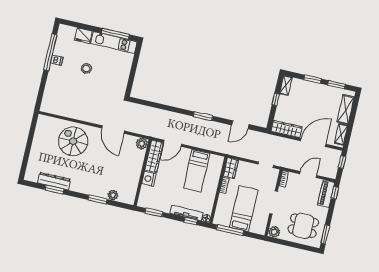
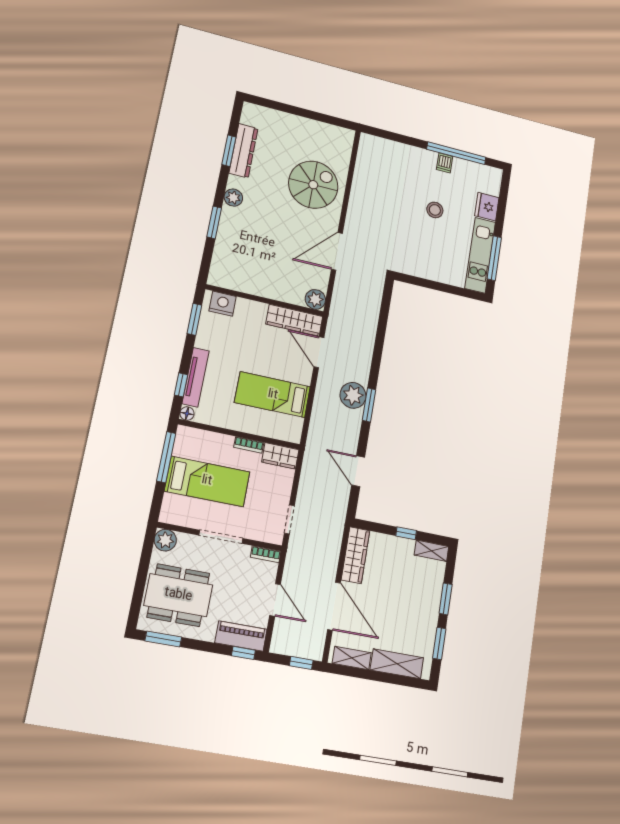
plant: (197, 125) -> (353, 395), added
nightstand: (149, 179) -> (223, 304), moved
plant: (113, 195) -> (233, 198), moved
dining table: (303, 226) -> (178, 595), width x1.38

